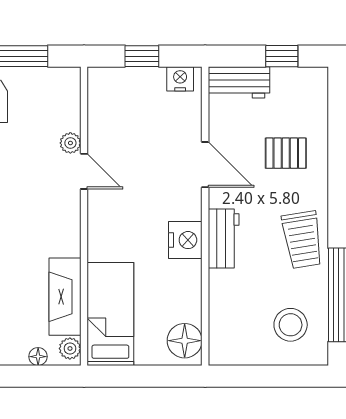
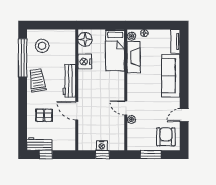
nightstand: (180, 79) -> (102, 145), moved
workbench: (239, 82) -> (39, 144), moved
workbench: (224, 239) -> (69, 81), width x1.38
nightstand: (185, 240) -> (85, 62), moved

